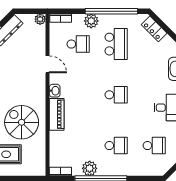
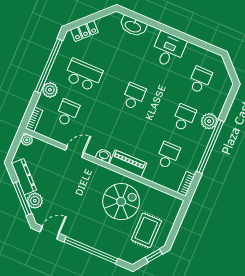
spiral stairs: (22, 122) -> (121, 202), turned 180
school desk: (78, 146) -> (168, 155), added
plant: (90, 168) -> (209, 121), moved

